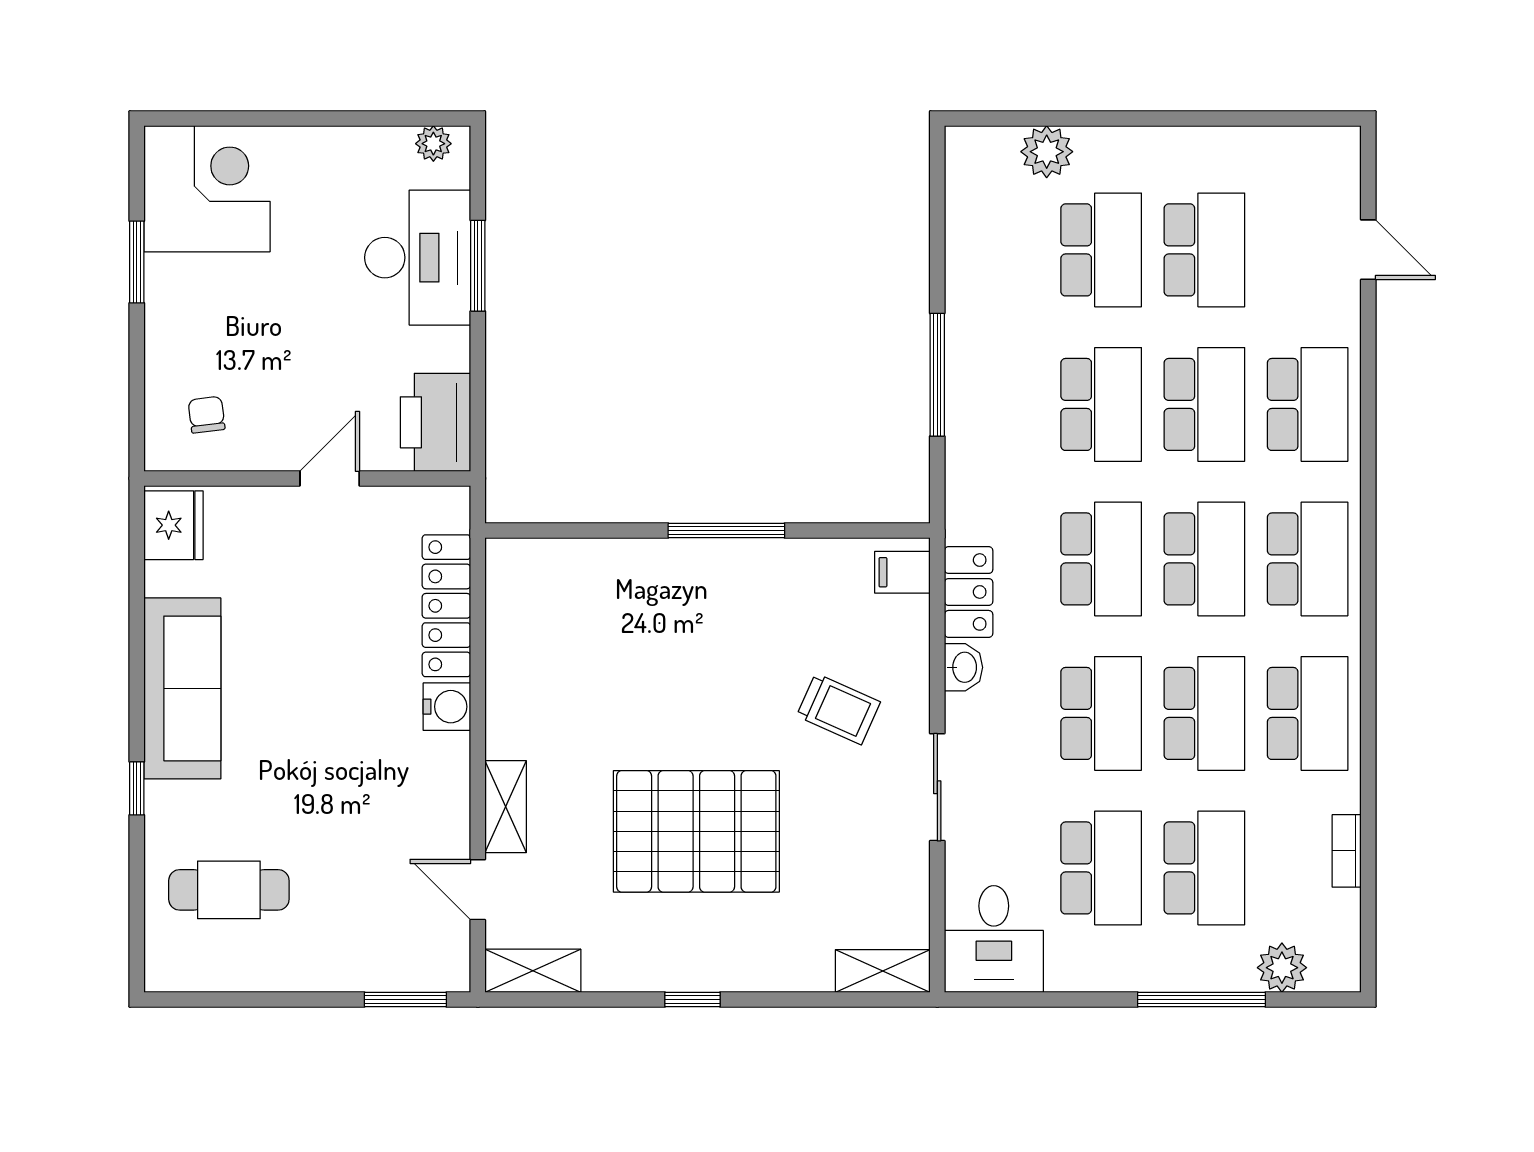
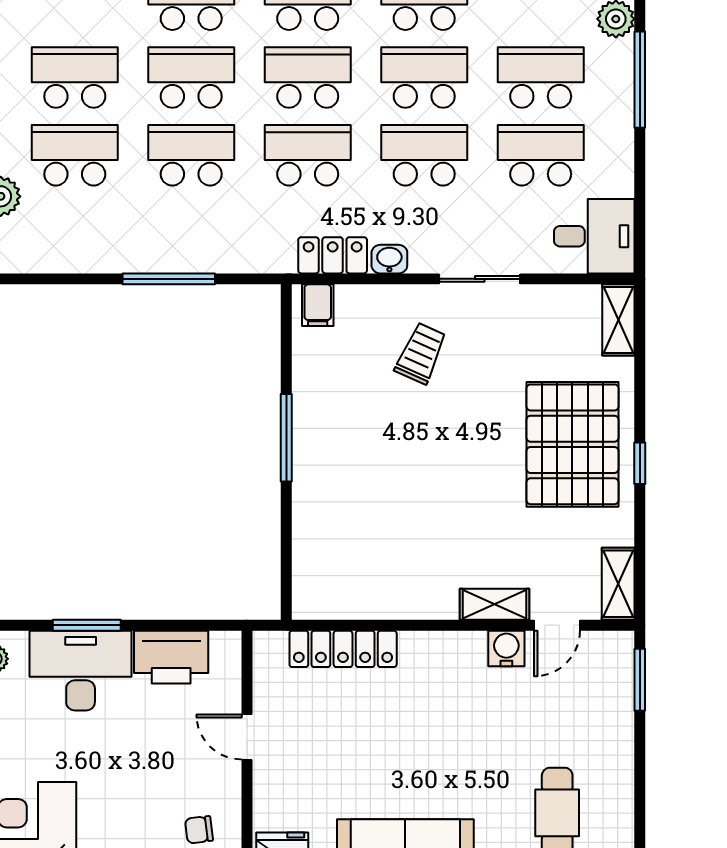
printer: (435, 422) -> (171, 657), moved
water cooler: (447, 707) -> (506, 649), moved
pallet: (696, 831) -> (572, 444), moved

